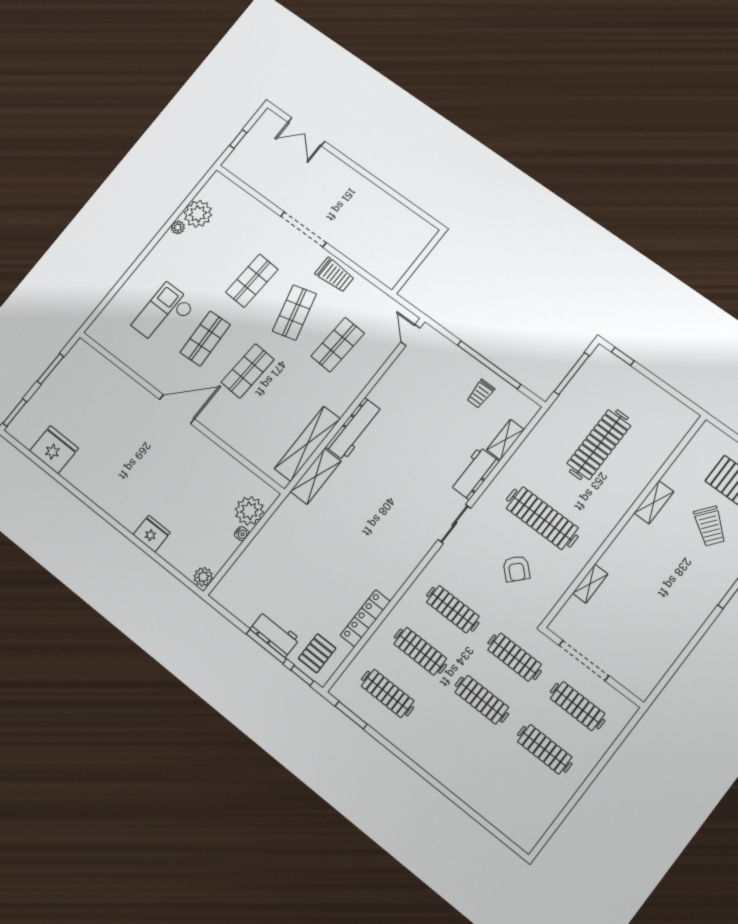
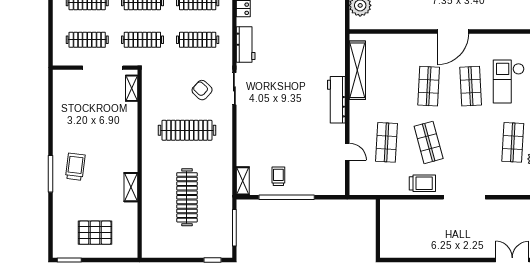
trolley: (335, 275) -> (422, 183), turned 180
shop shelf: (252, 281) -> (513, 142), moved
checkout: (163, 315) -> (509, 81), turned 180
door: (410, 335) -> (347, 152), moved
shelving: (506, 440) -> (243, 181), moved
workbench: (474, 473) -> (246, 45), moved
shelving: (316, 476) -> (337, 55), removed
trolley: (710, 526) -> (75, 167), moved, turned 59
armchair: (516, 569) -> (202, 90), moved
shelving: (590, 584) -> (132, 88), moved

